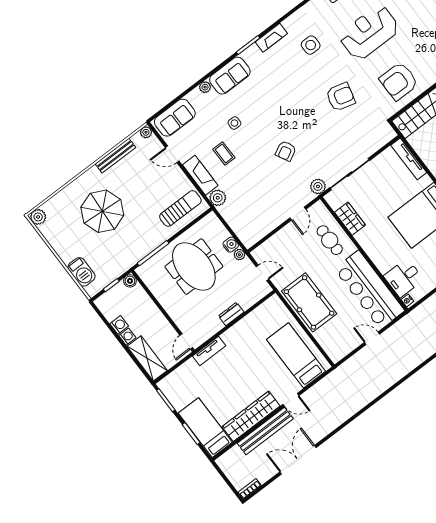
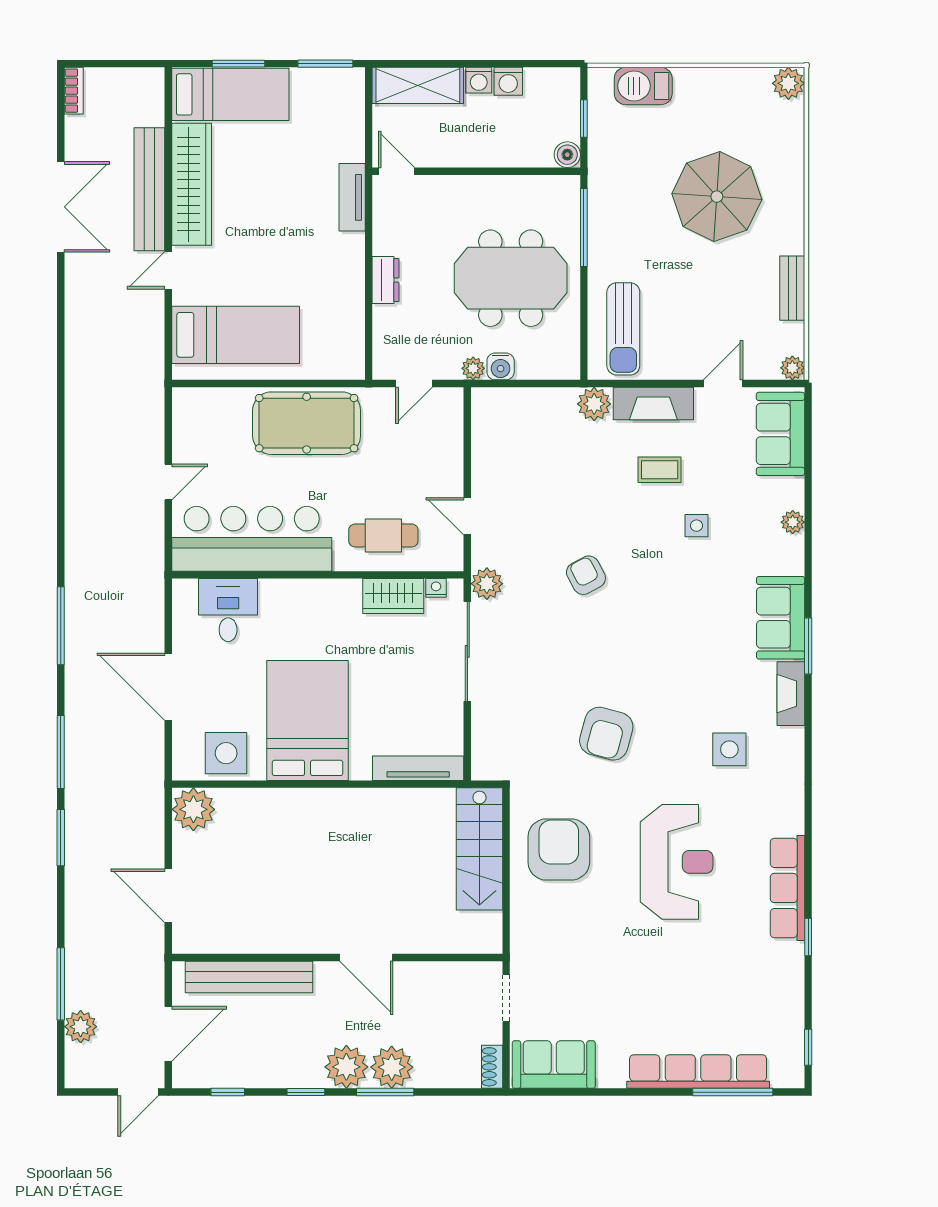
sofa: (230, 76) -> (781, 618), moved
bench: (115, 156) -> (792, 288), width x0.73
nightstand: (407, 300) -> (436, 588), moved

